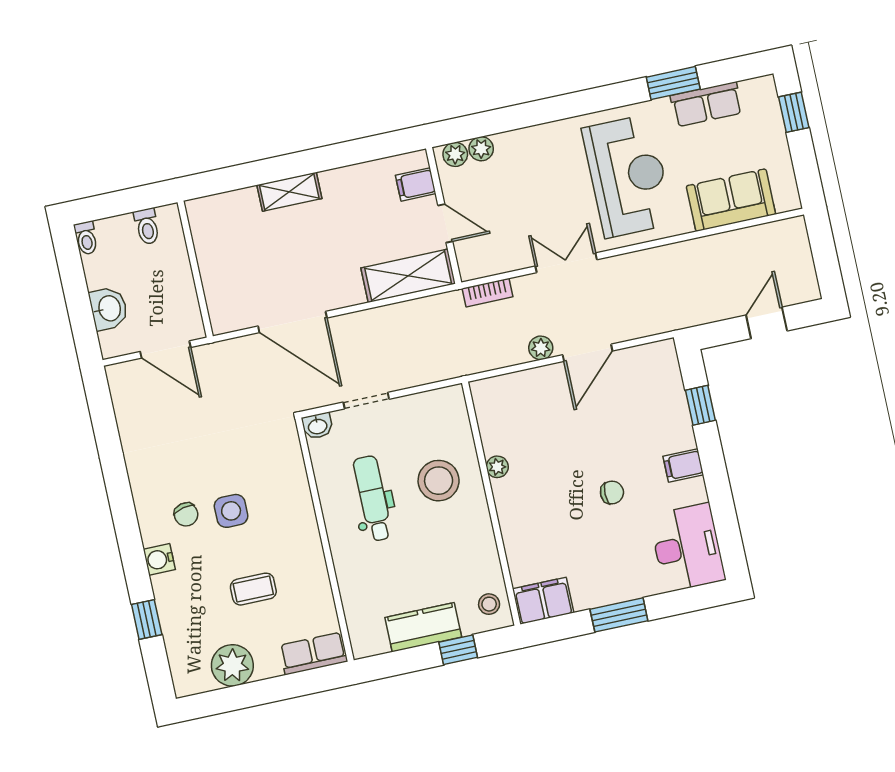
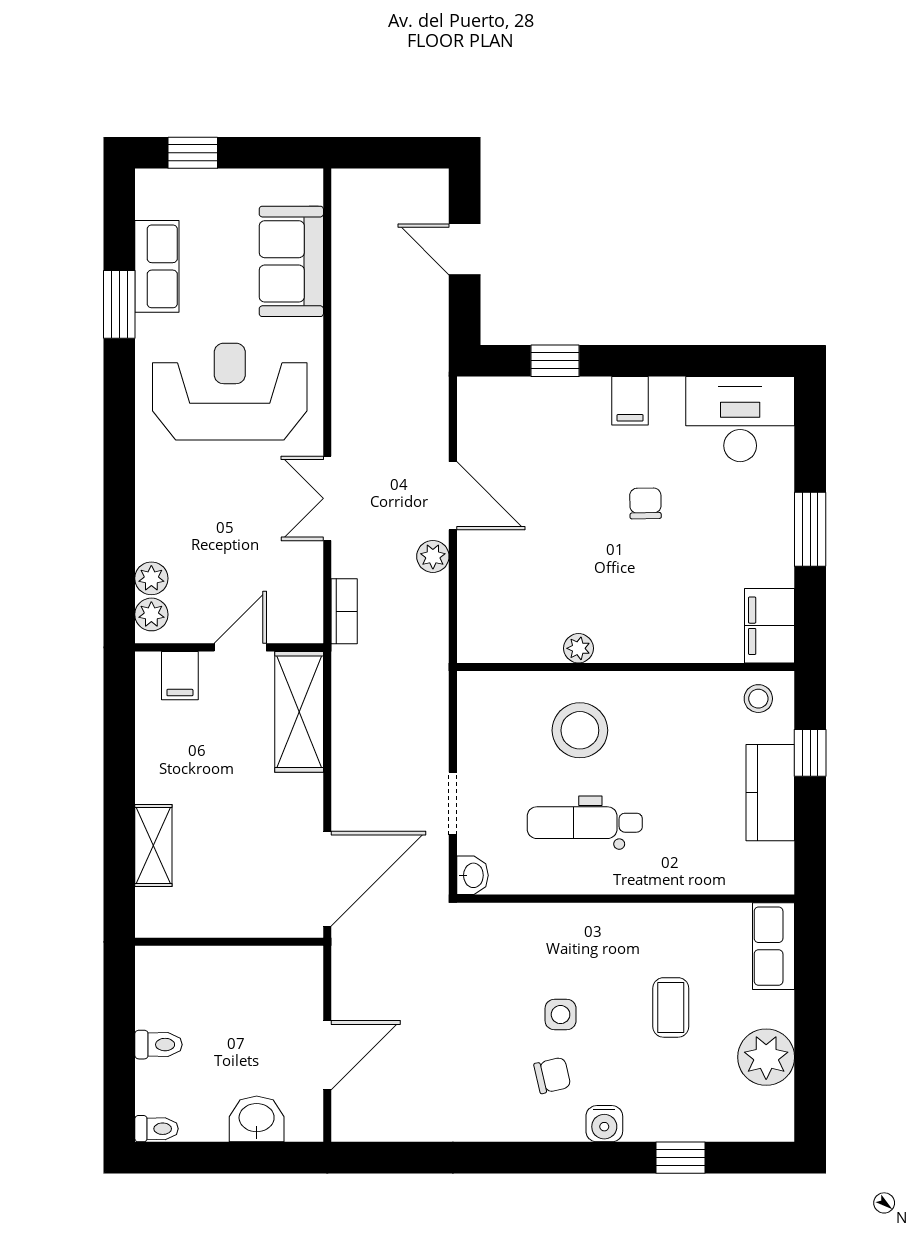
wall: (195, 269) -> (229, 942), moved
side table: (231, 511) -> (561, 1015), width x0.73, depth x0.73

